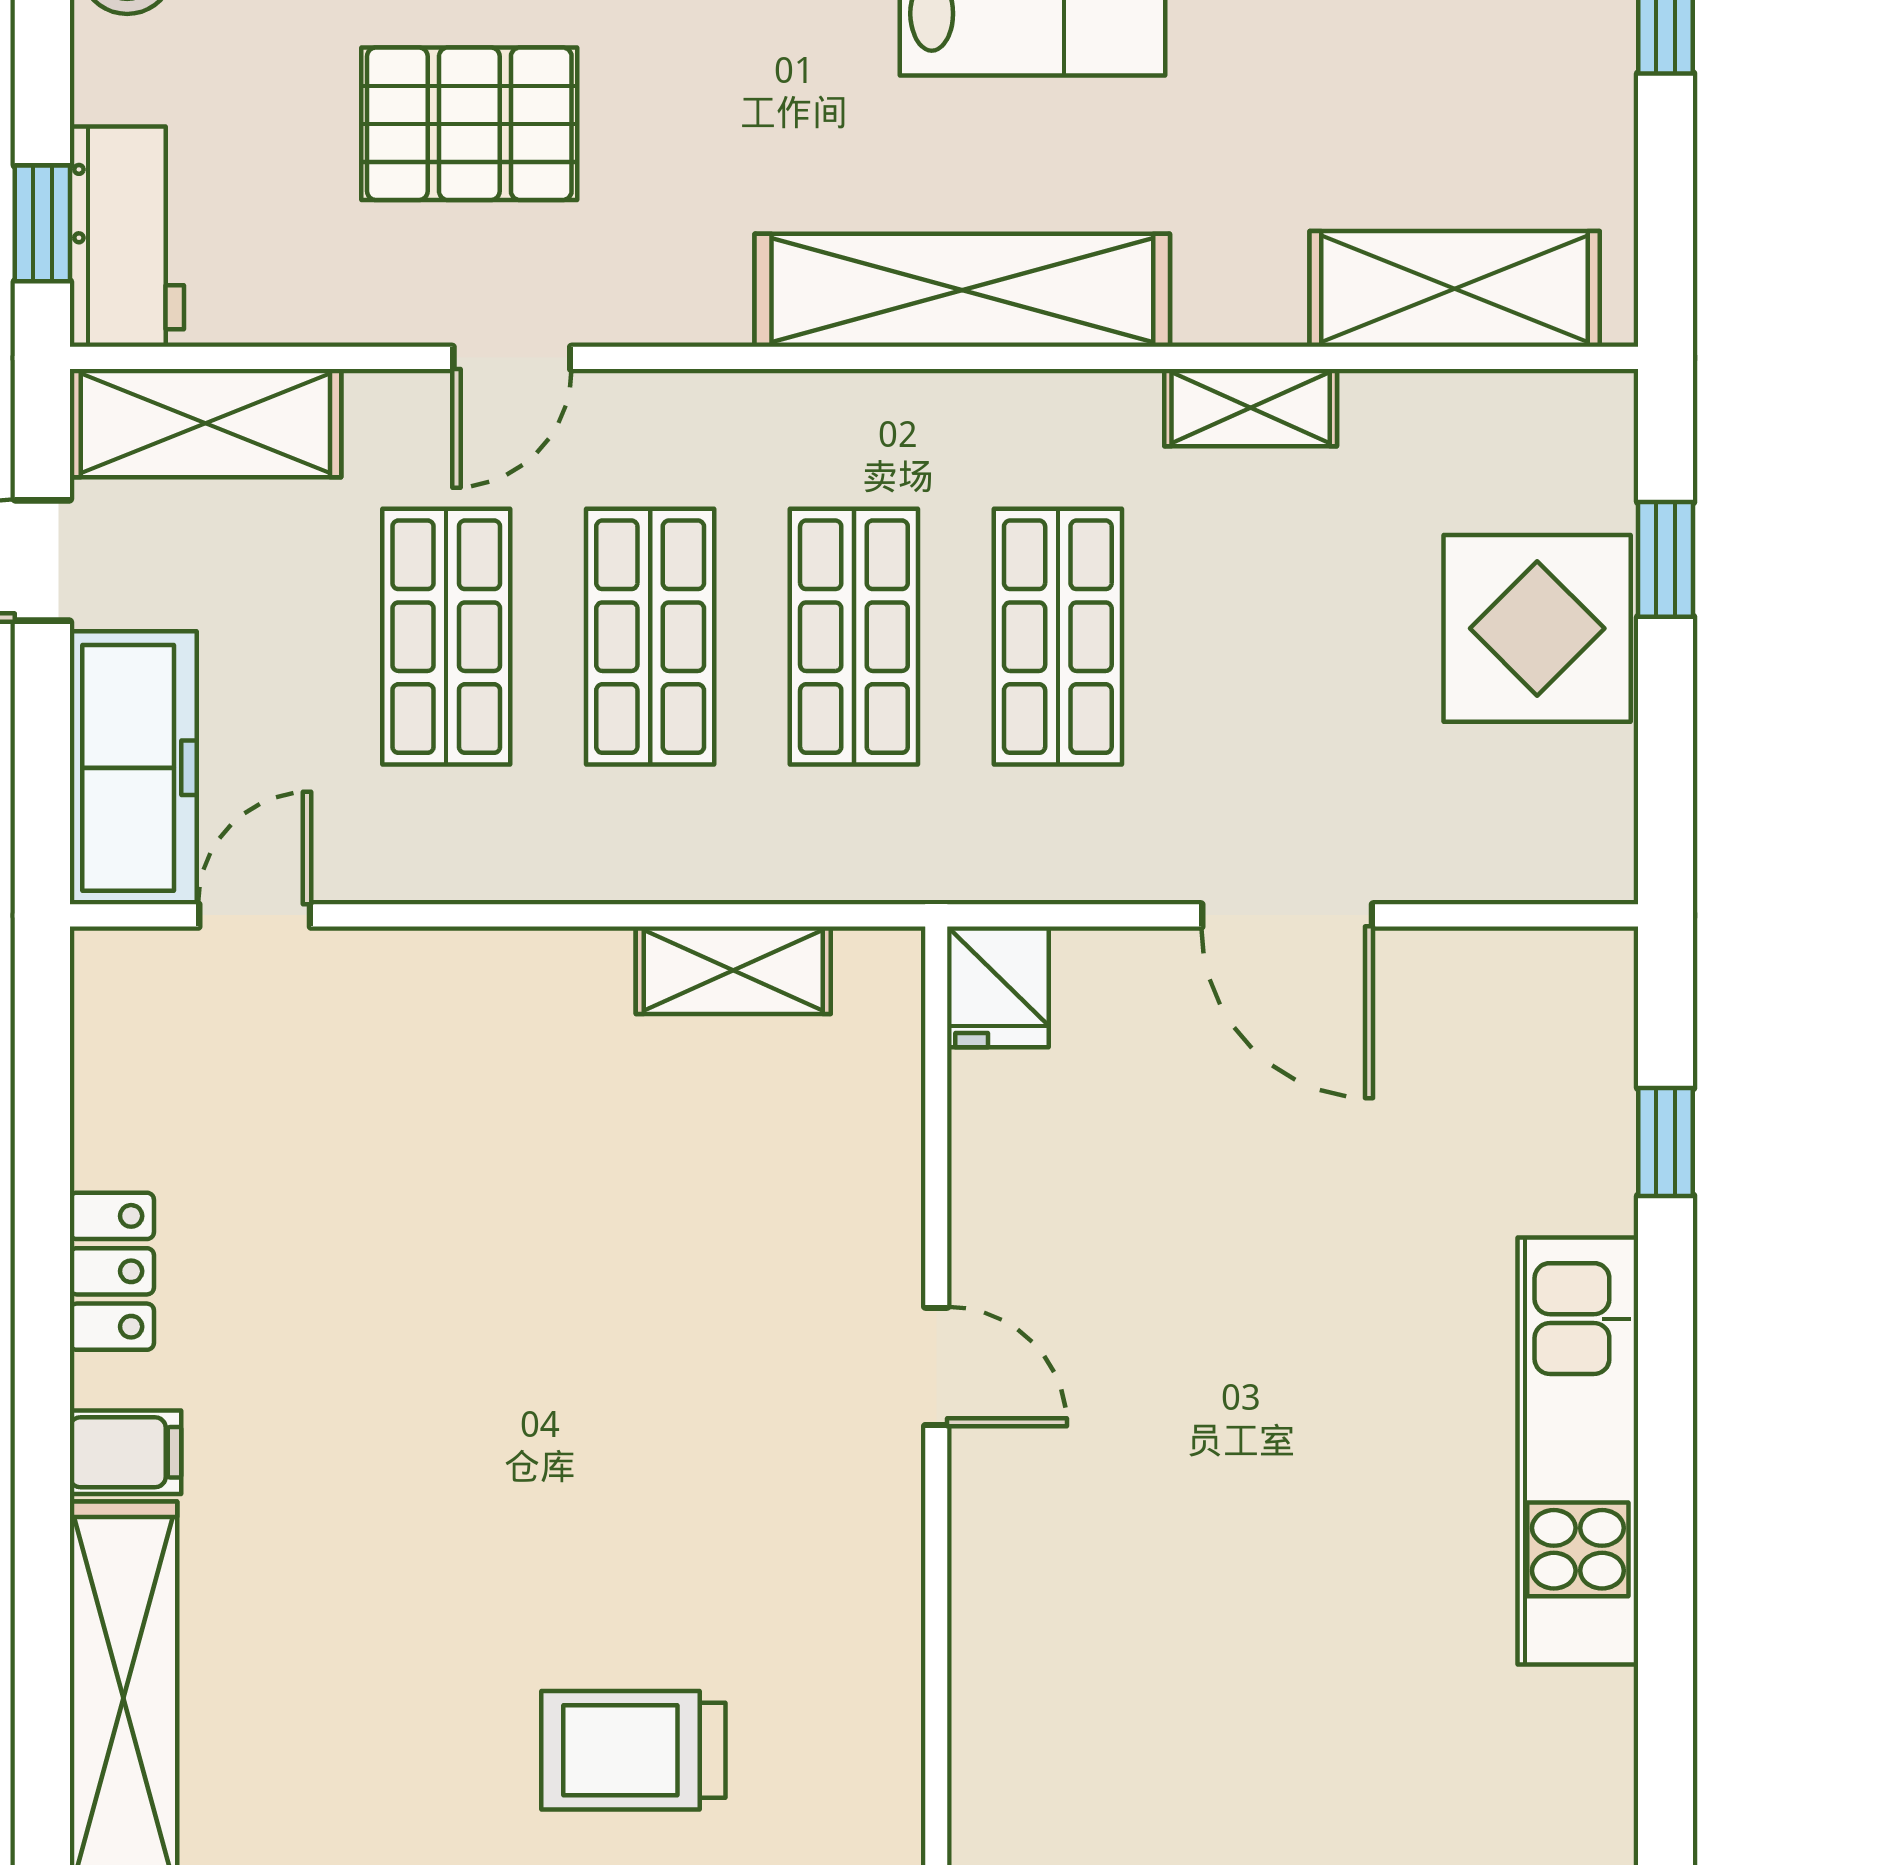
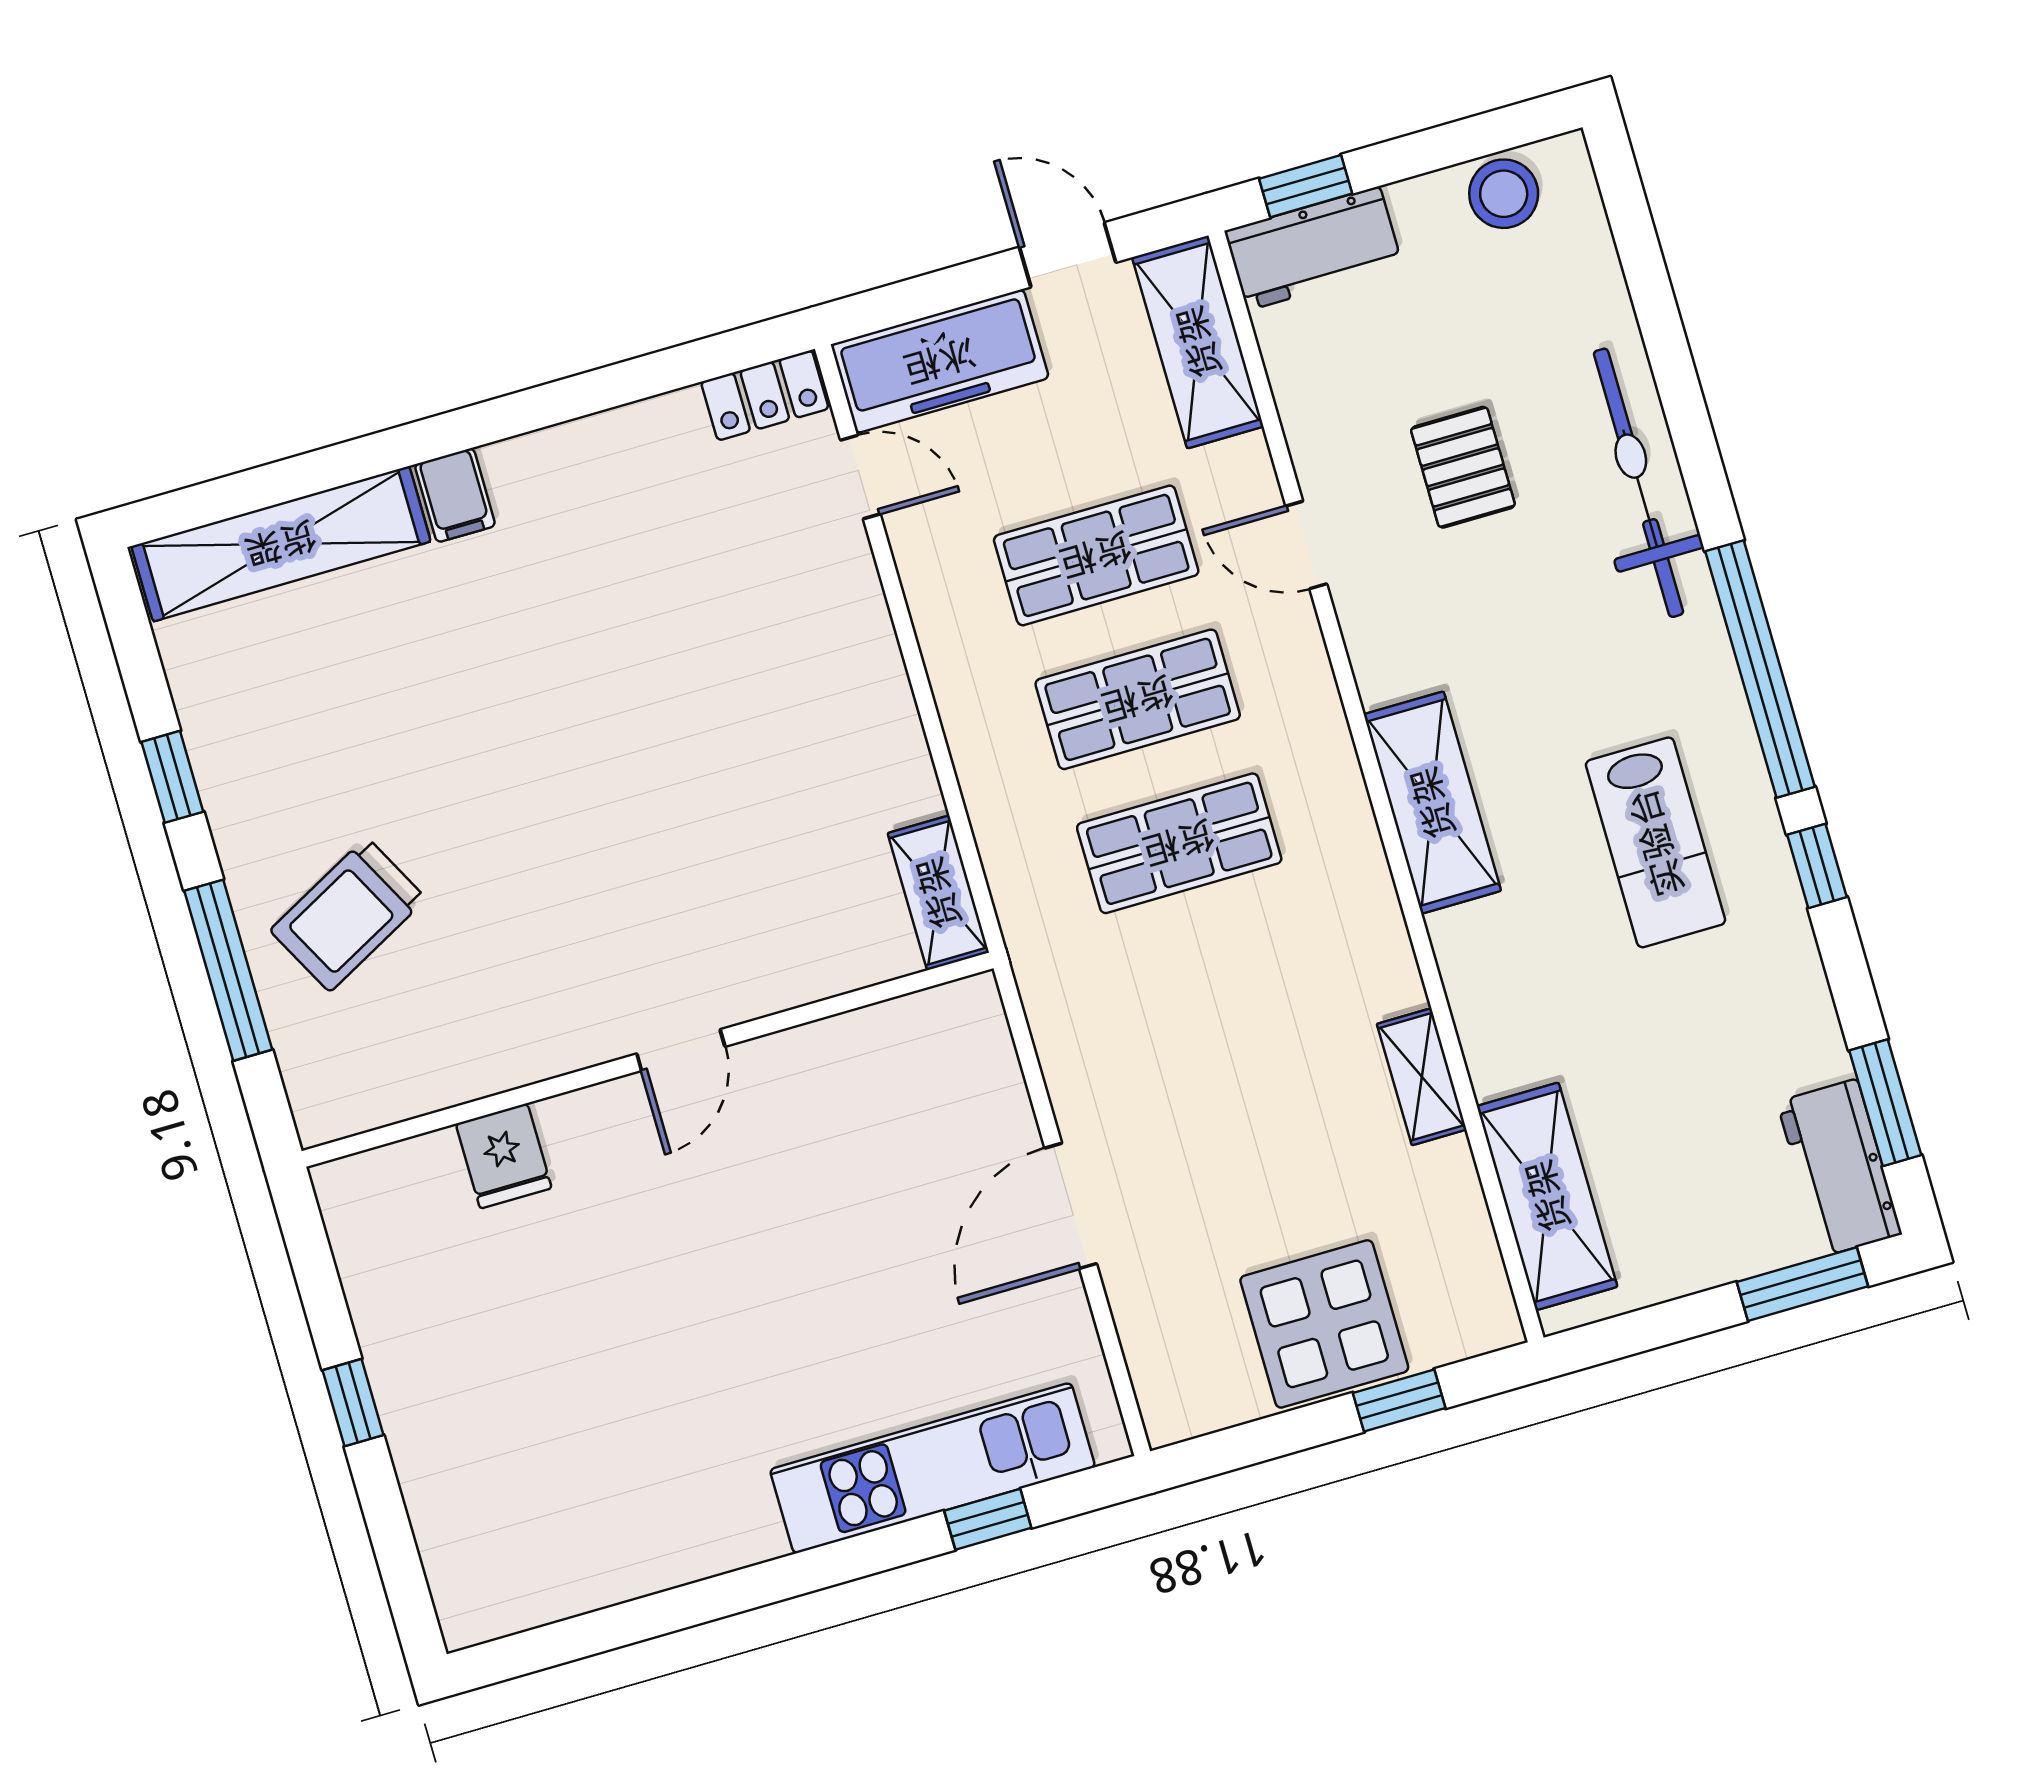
pallet: (469, 124) -> (1463, 467), width x0.67, depth x0.71
shelving: (962, 290) -> (1432, 803), width x0.68
shop shelf: (1058, 637) -> (1221, 987), removed
shelving: (733, 970) -> (938, 893), moved
fridge: (998, 987) -> (504, 1156), moved, turned -90
locker: (112, 1271) -> (765, 395), moved
kitchen unit: (1578, 1451) -> (932, 1468), moved
trolley: (633, 1750) -> (348, 914), turned -118

